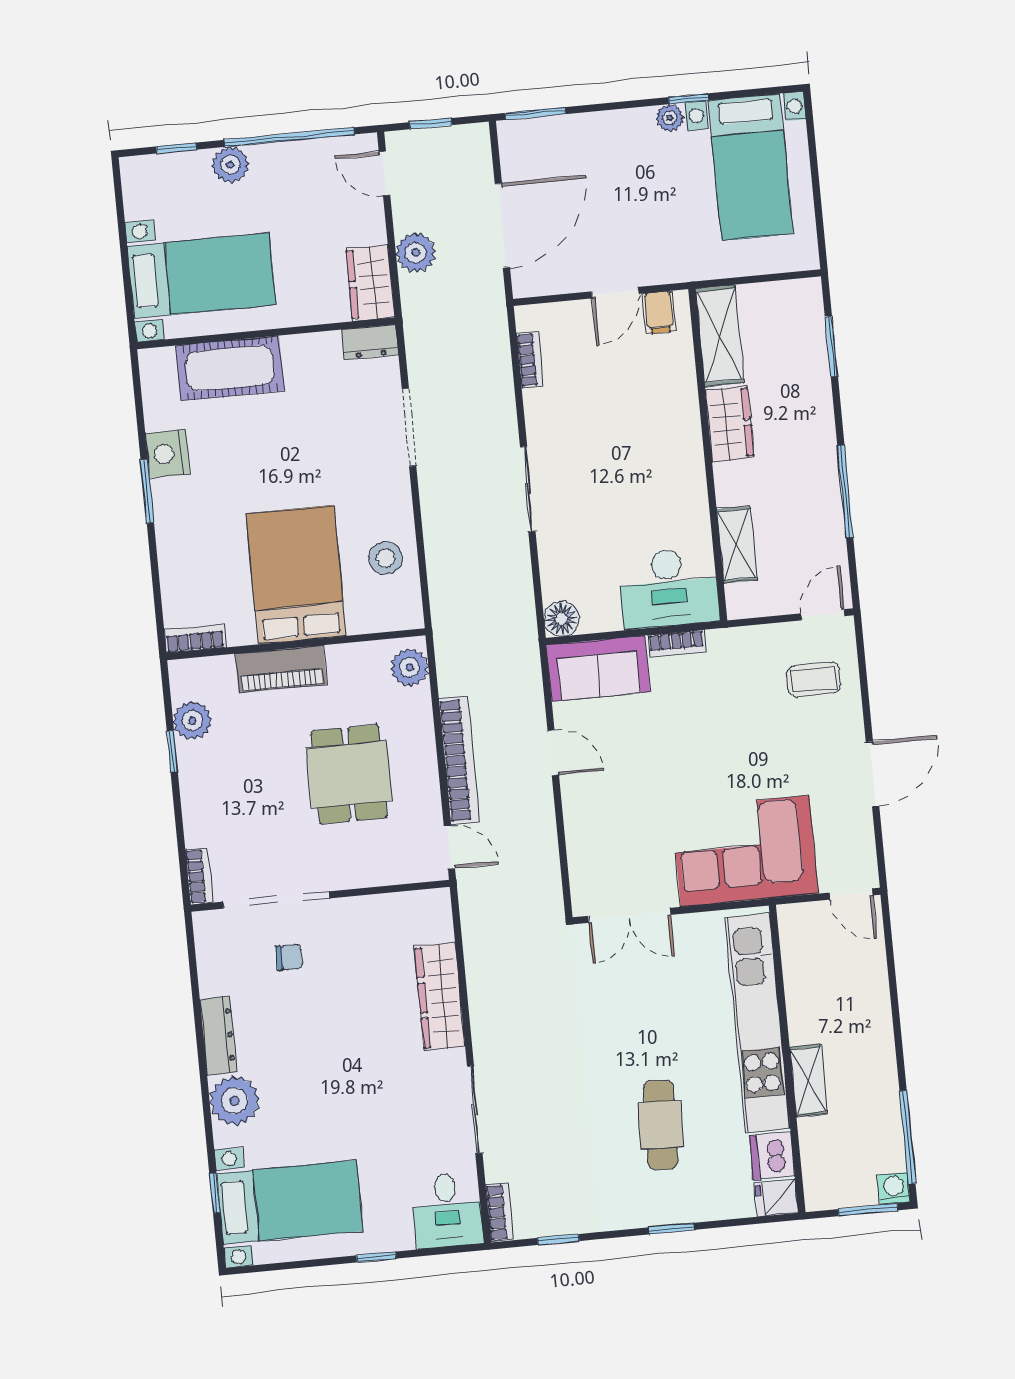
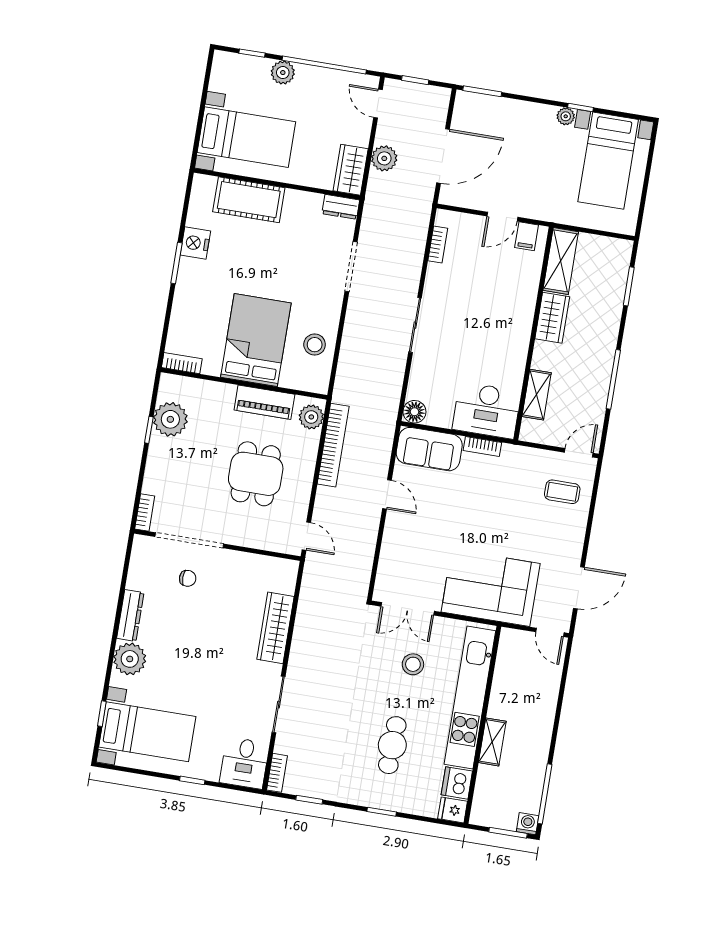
piano: (281, 669) -> (264, 402), moved
plant: (192, 721) -> (170, 419), width x1.36, depth x1.36
bookcase: (459, 760) -> (333, 445), moved
door: (873, 774) -> (579, 588), moved
stool: (659, 996) -> (413, 664), added

